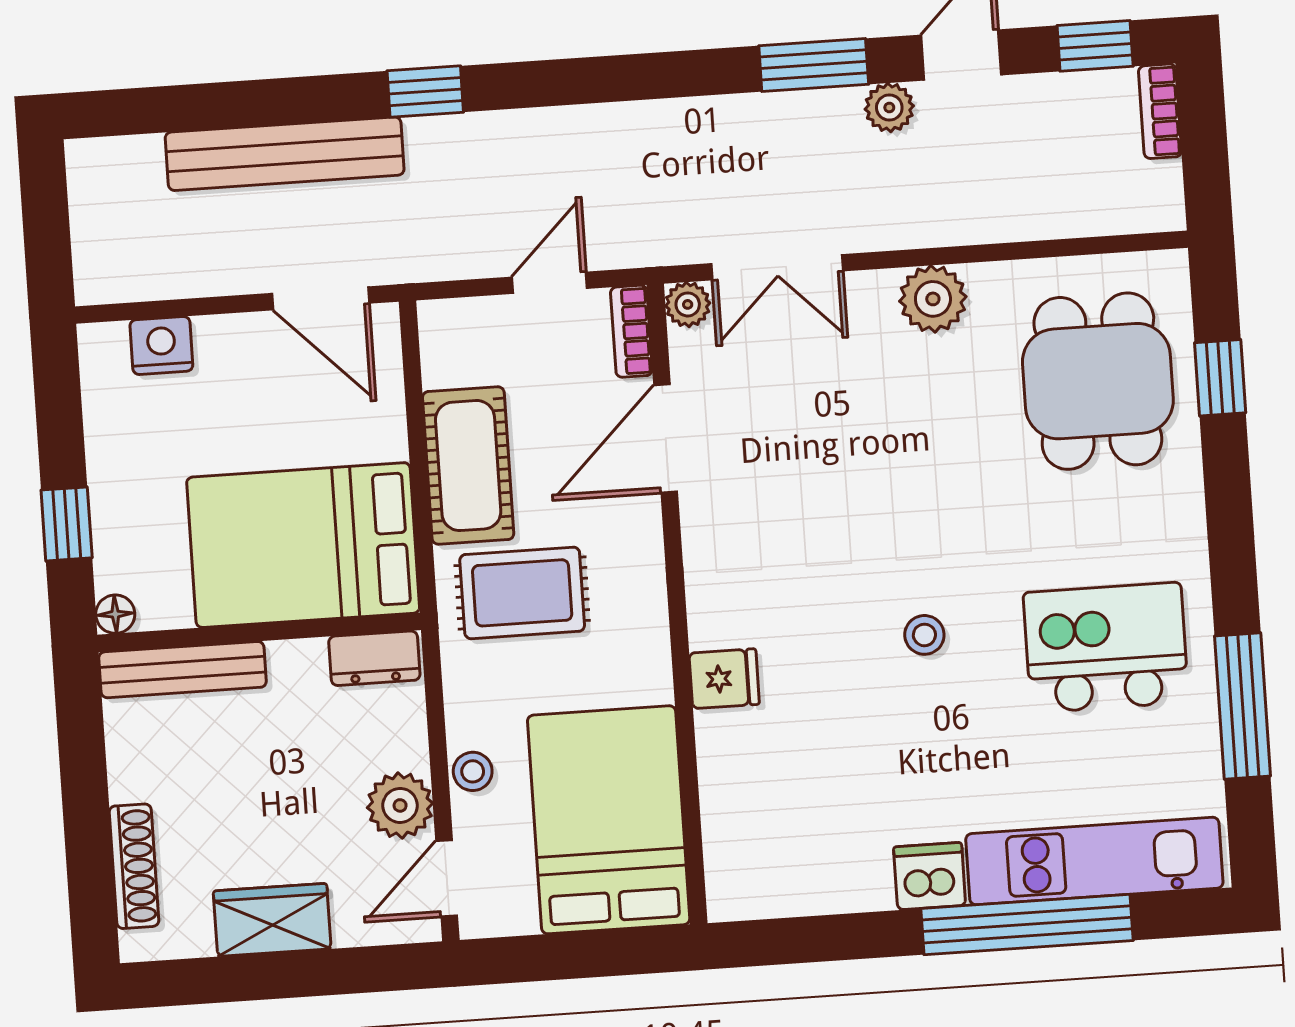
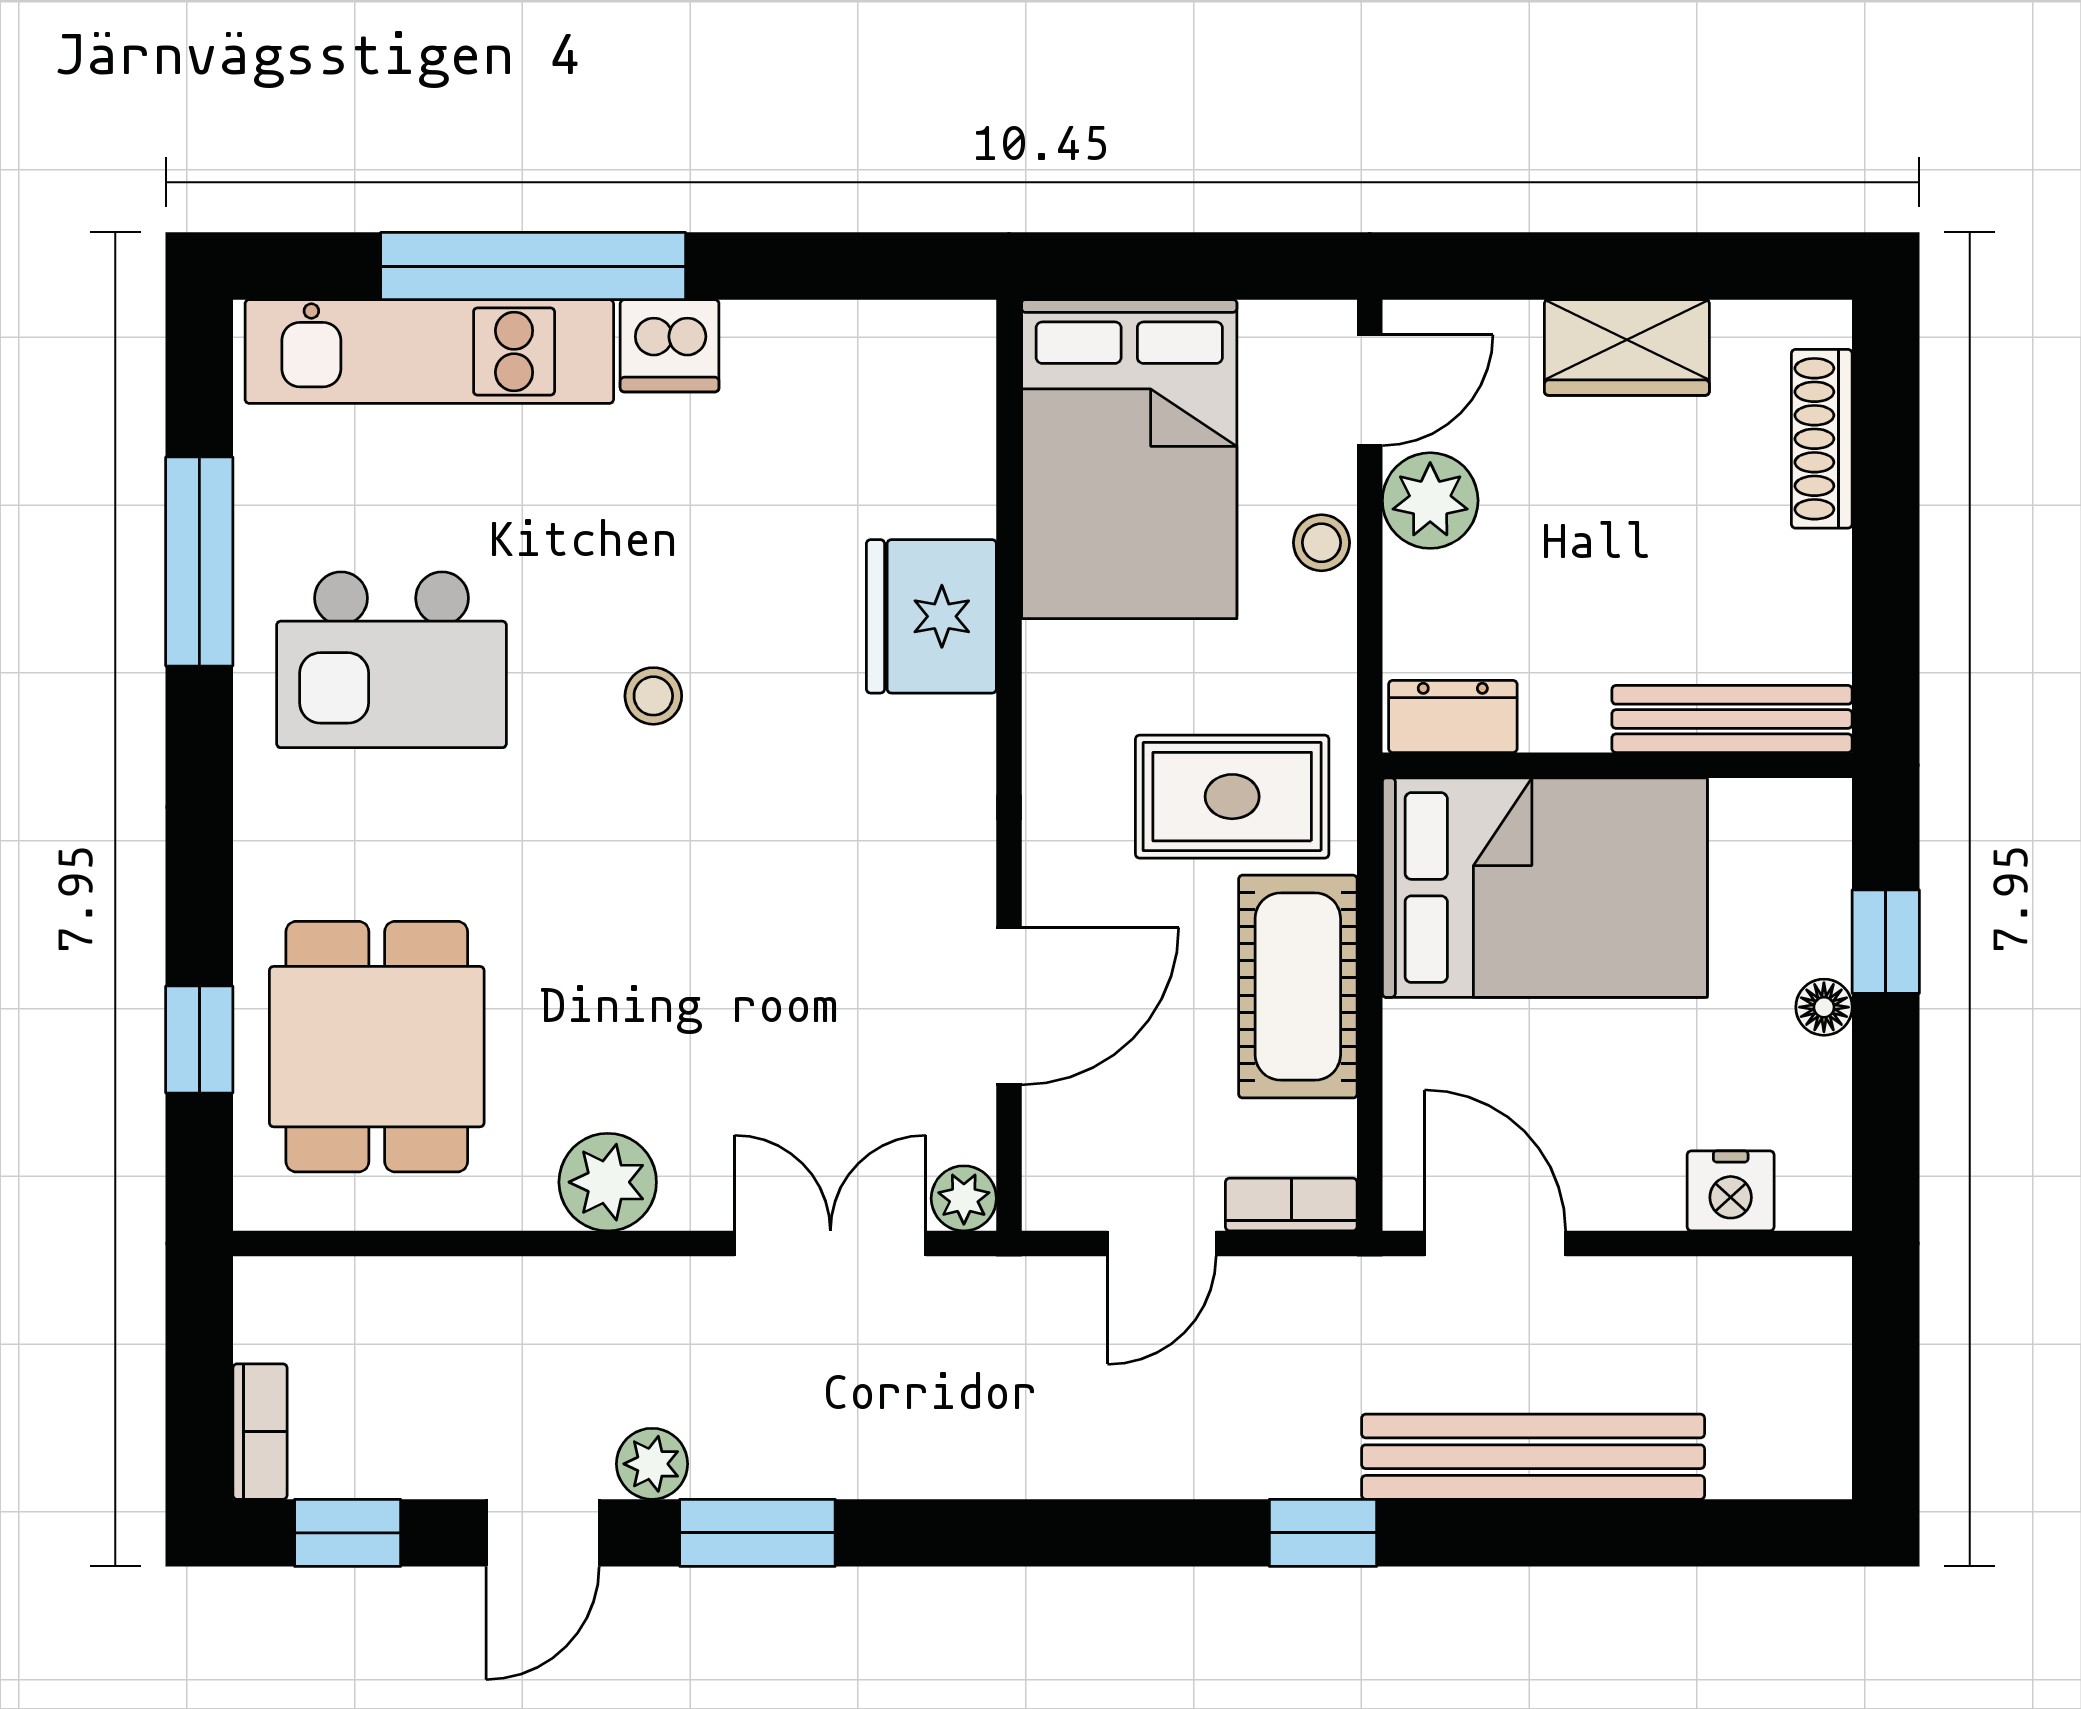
bookcase: (631, 331) -> (1291, 1205), moved, turned -90
floor lamp: (115, 614) -> (1824, 1007), moved
fridge: (724, 679) -> (931, 616), width x1.88, depth x1.34

